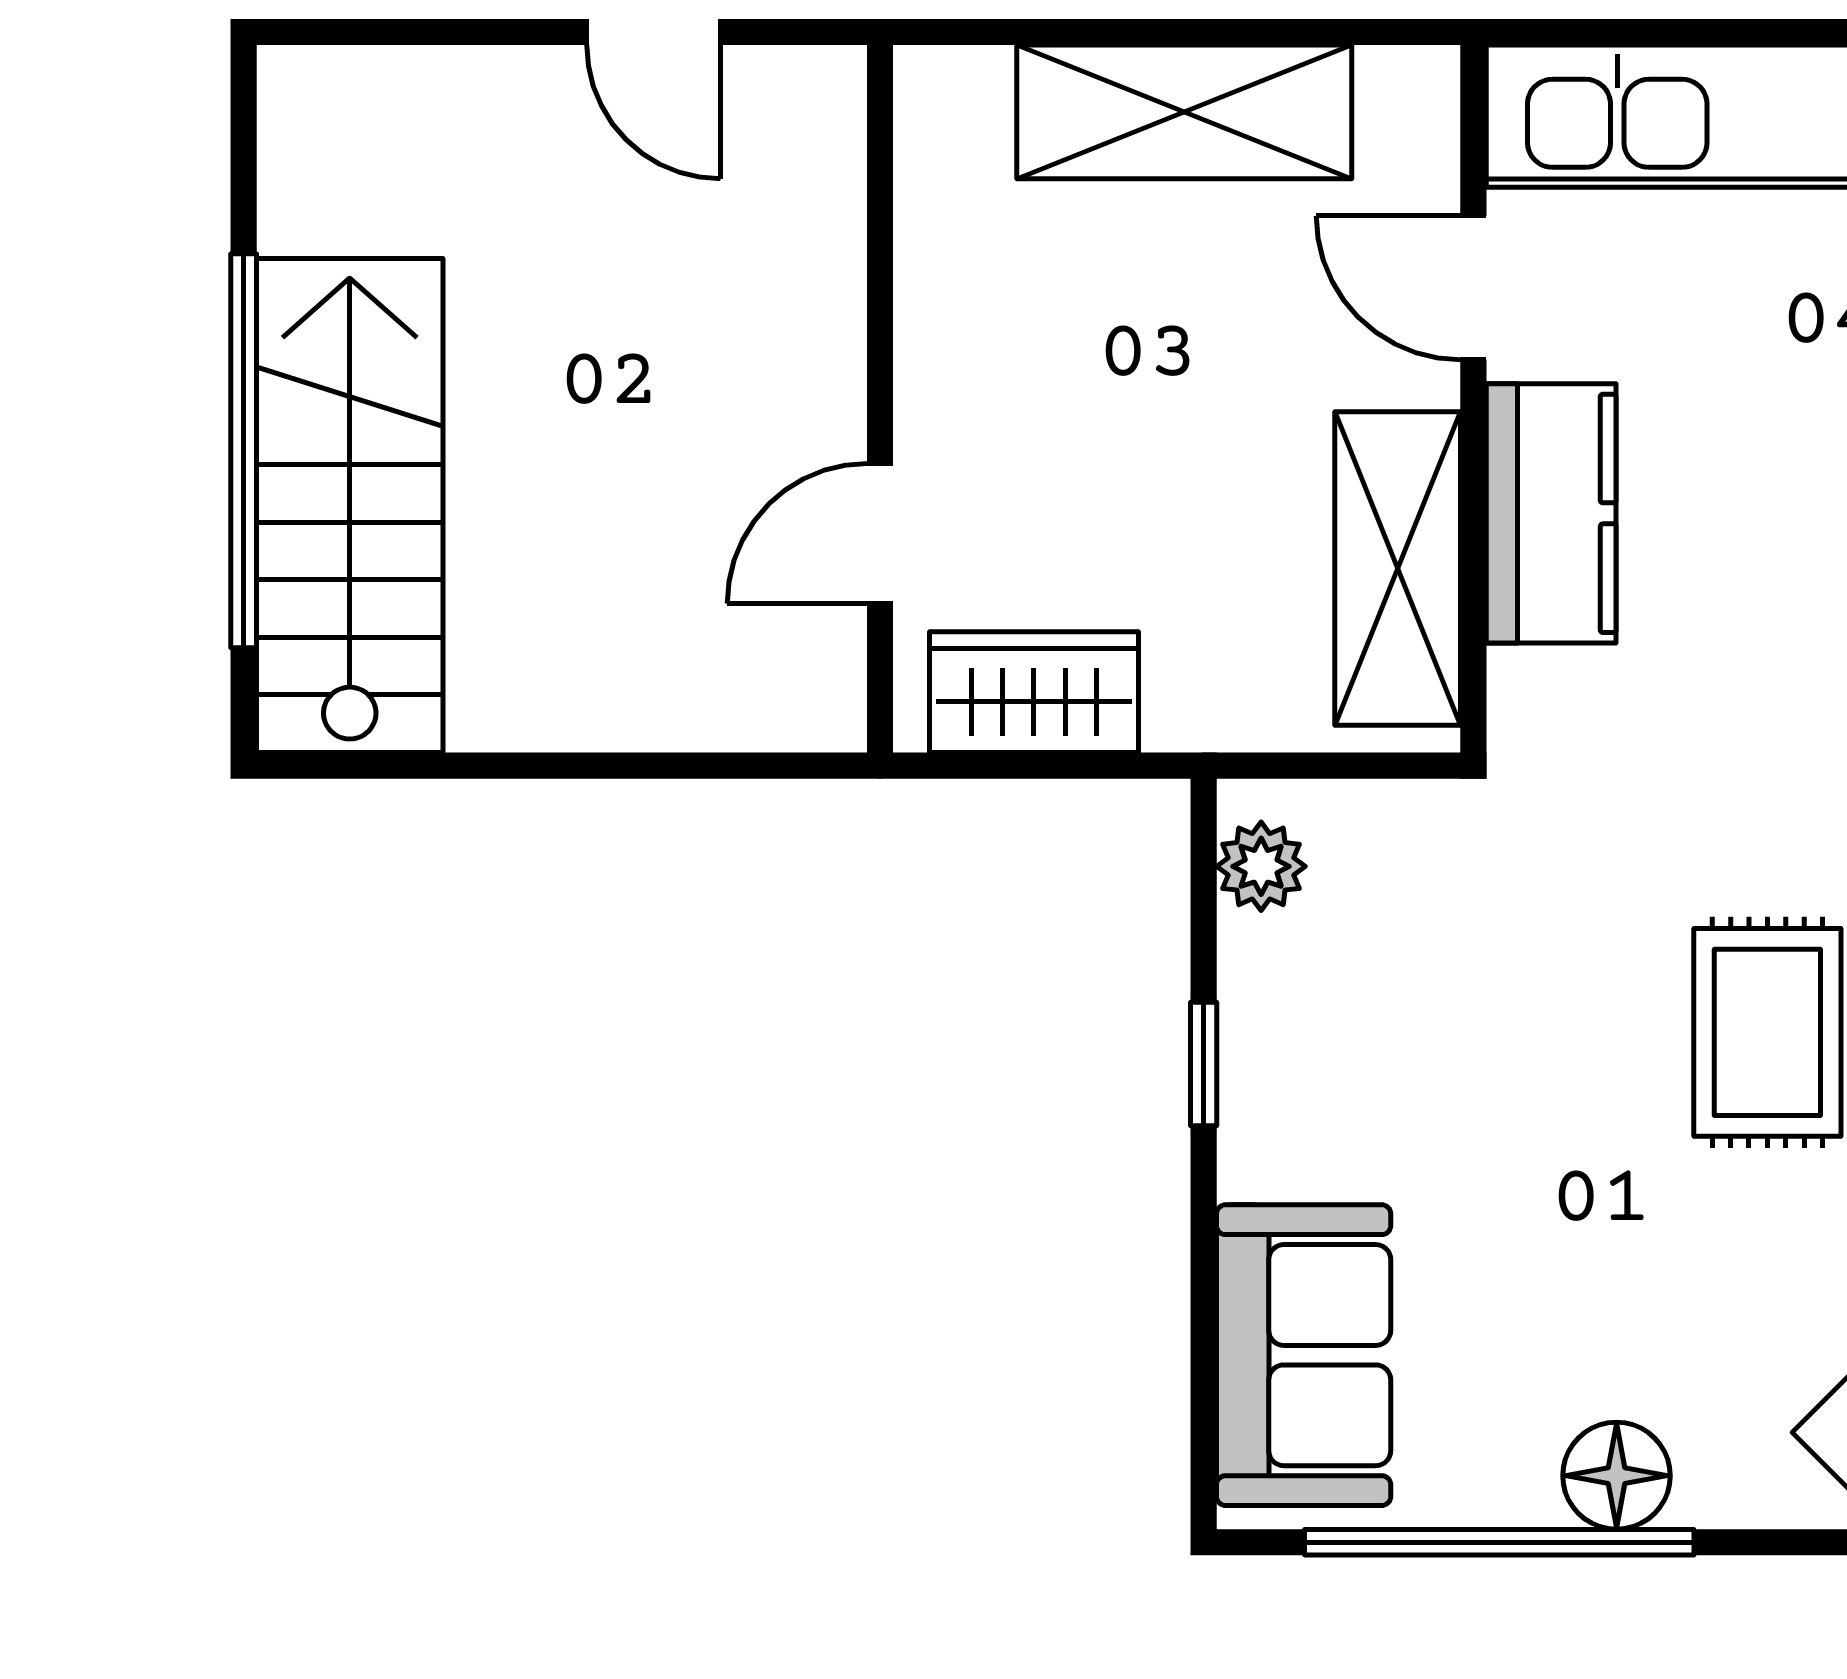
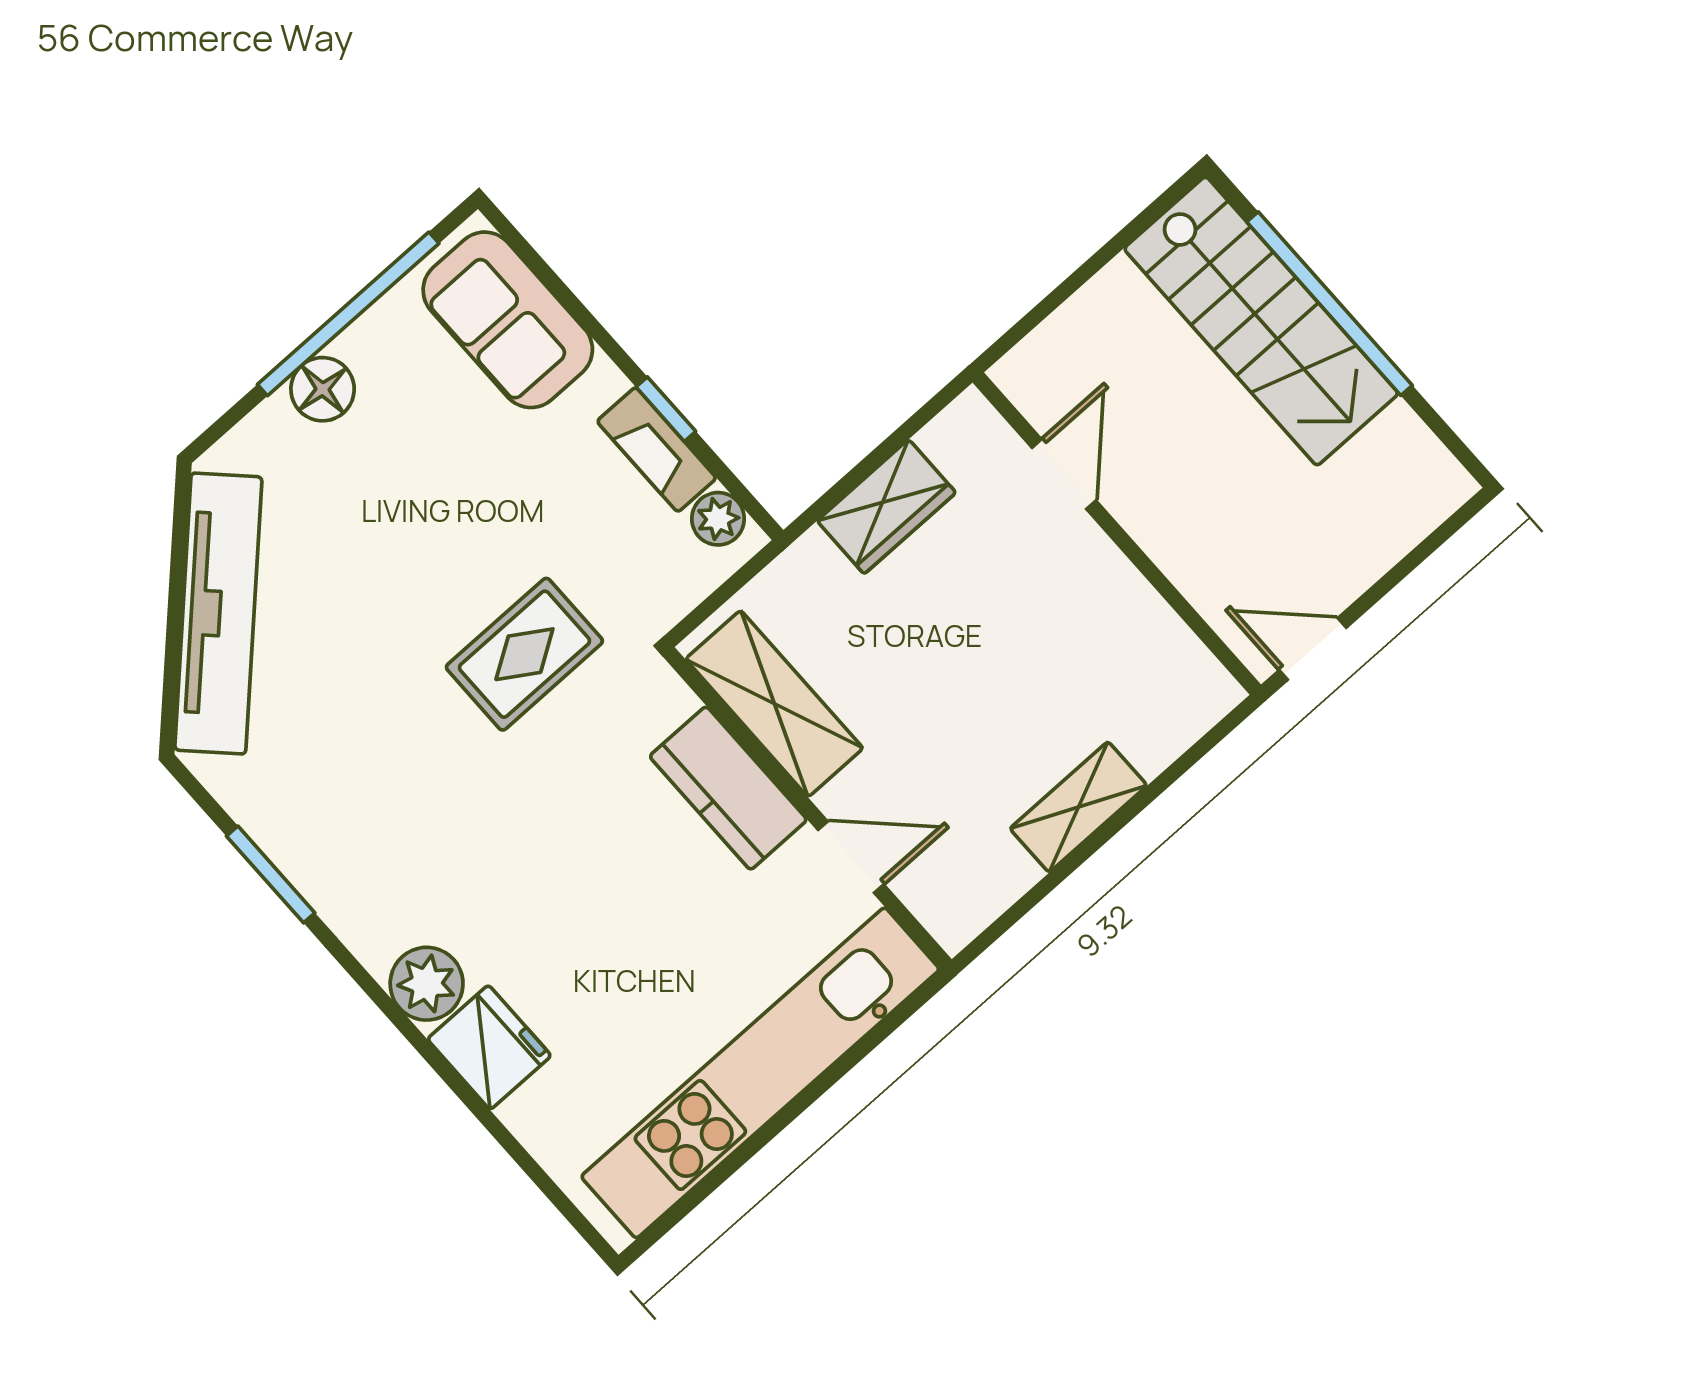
shelving: (1184, 112) -> (1078, 807), width x0.67, depth x0.75
wall: (880, 399) -> (1117, 534), moved
door: (880, 534) -> (1064, 474), moved
fireplace: (1261, 1023) -> (657, 450), added
rug: (1767, 1032) -> (524, 654), moved, turned 90

